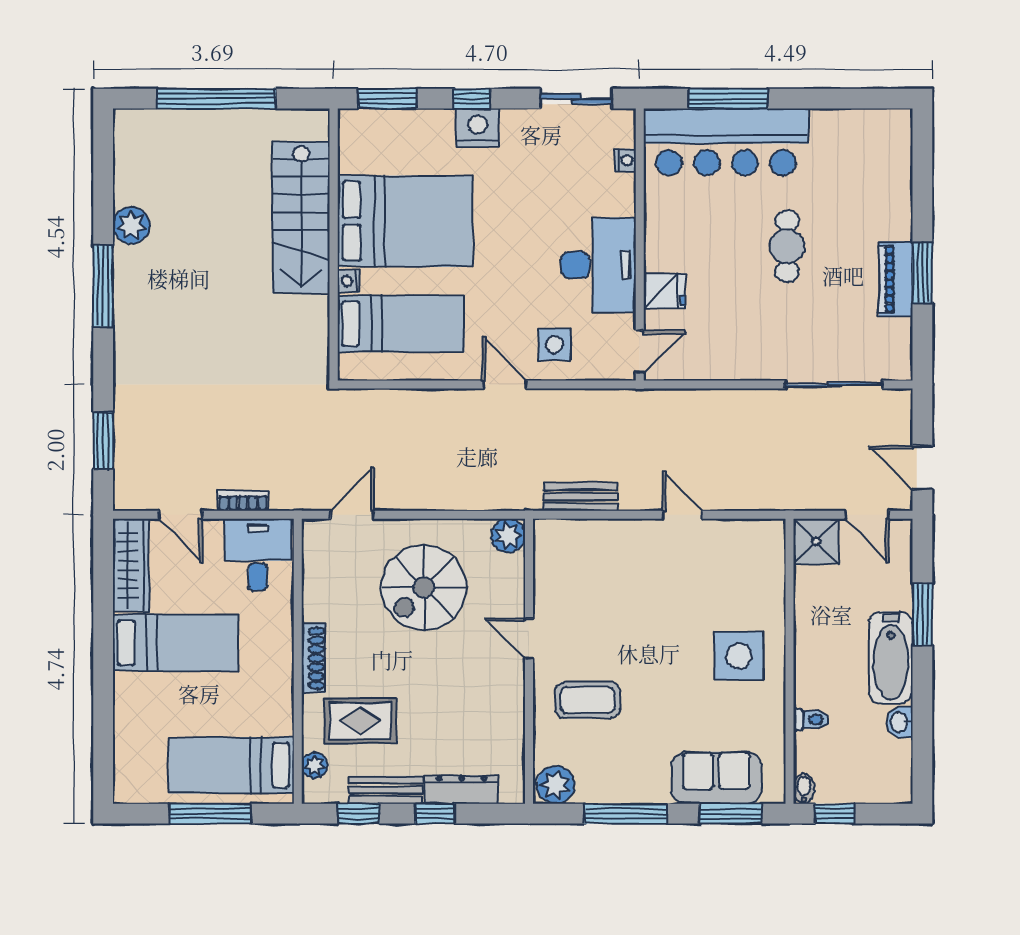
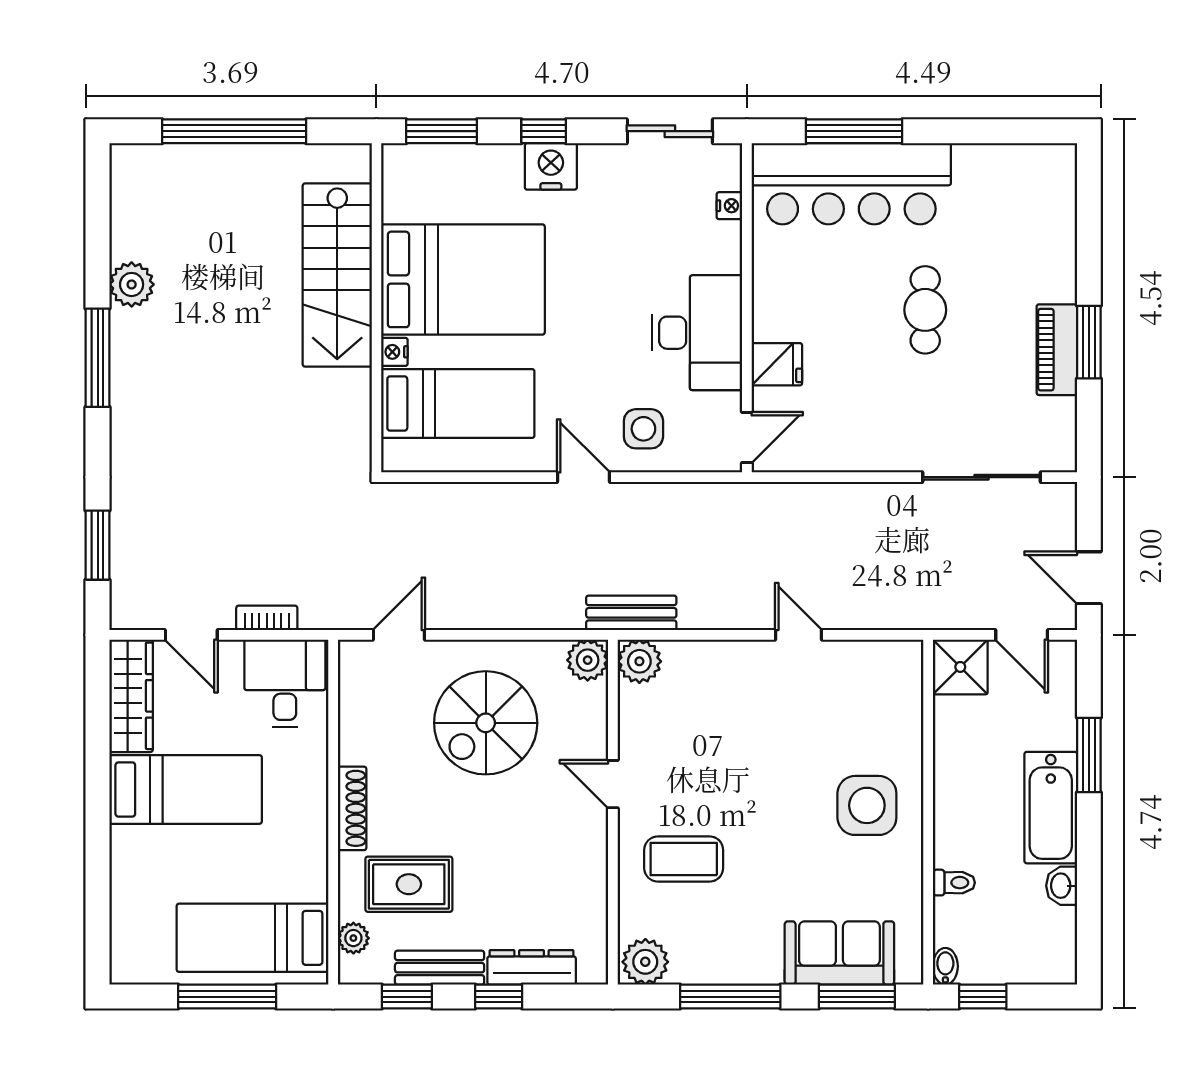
bench: (581, 497) -> (631, 613), moved
plant: (551, 537) -> (639, 661), added

